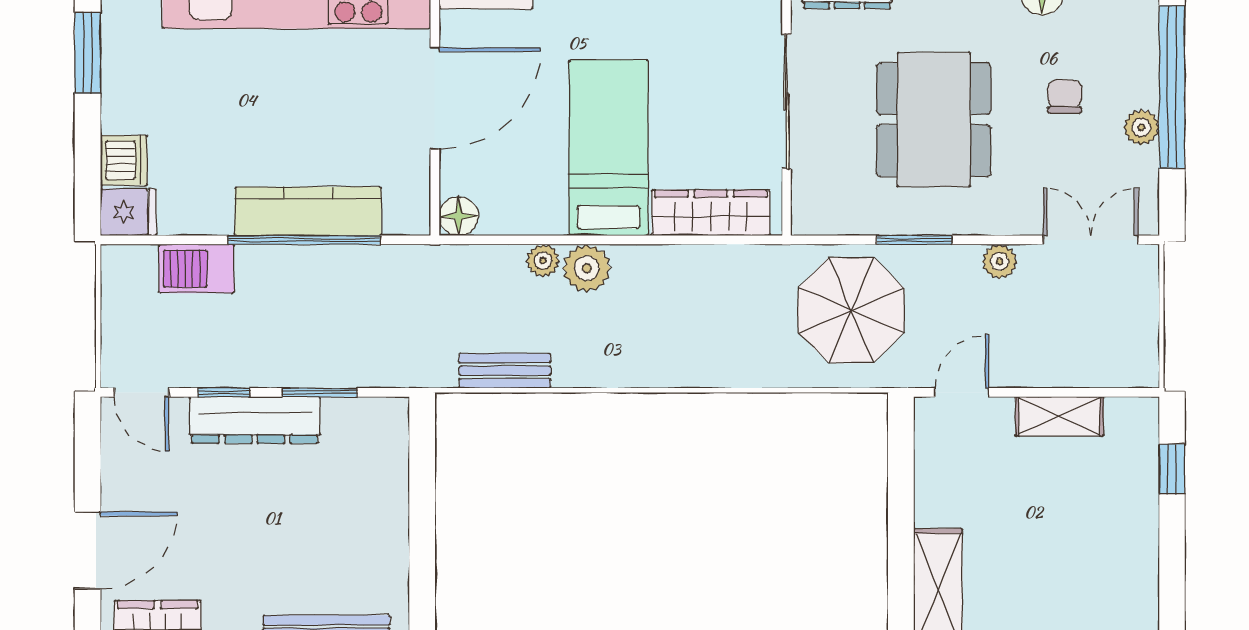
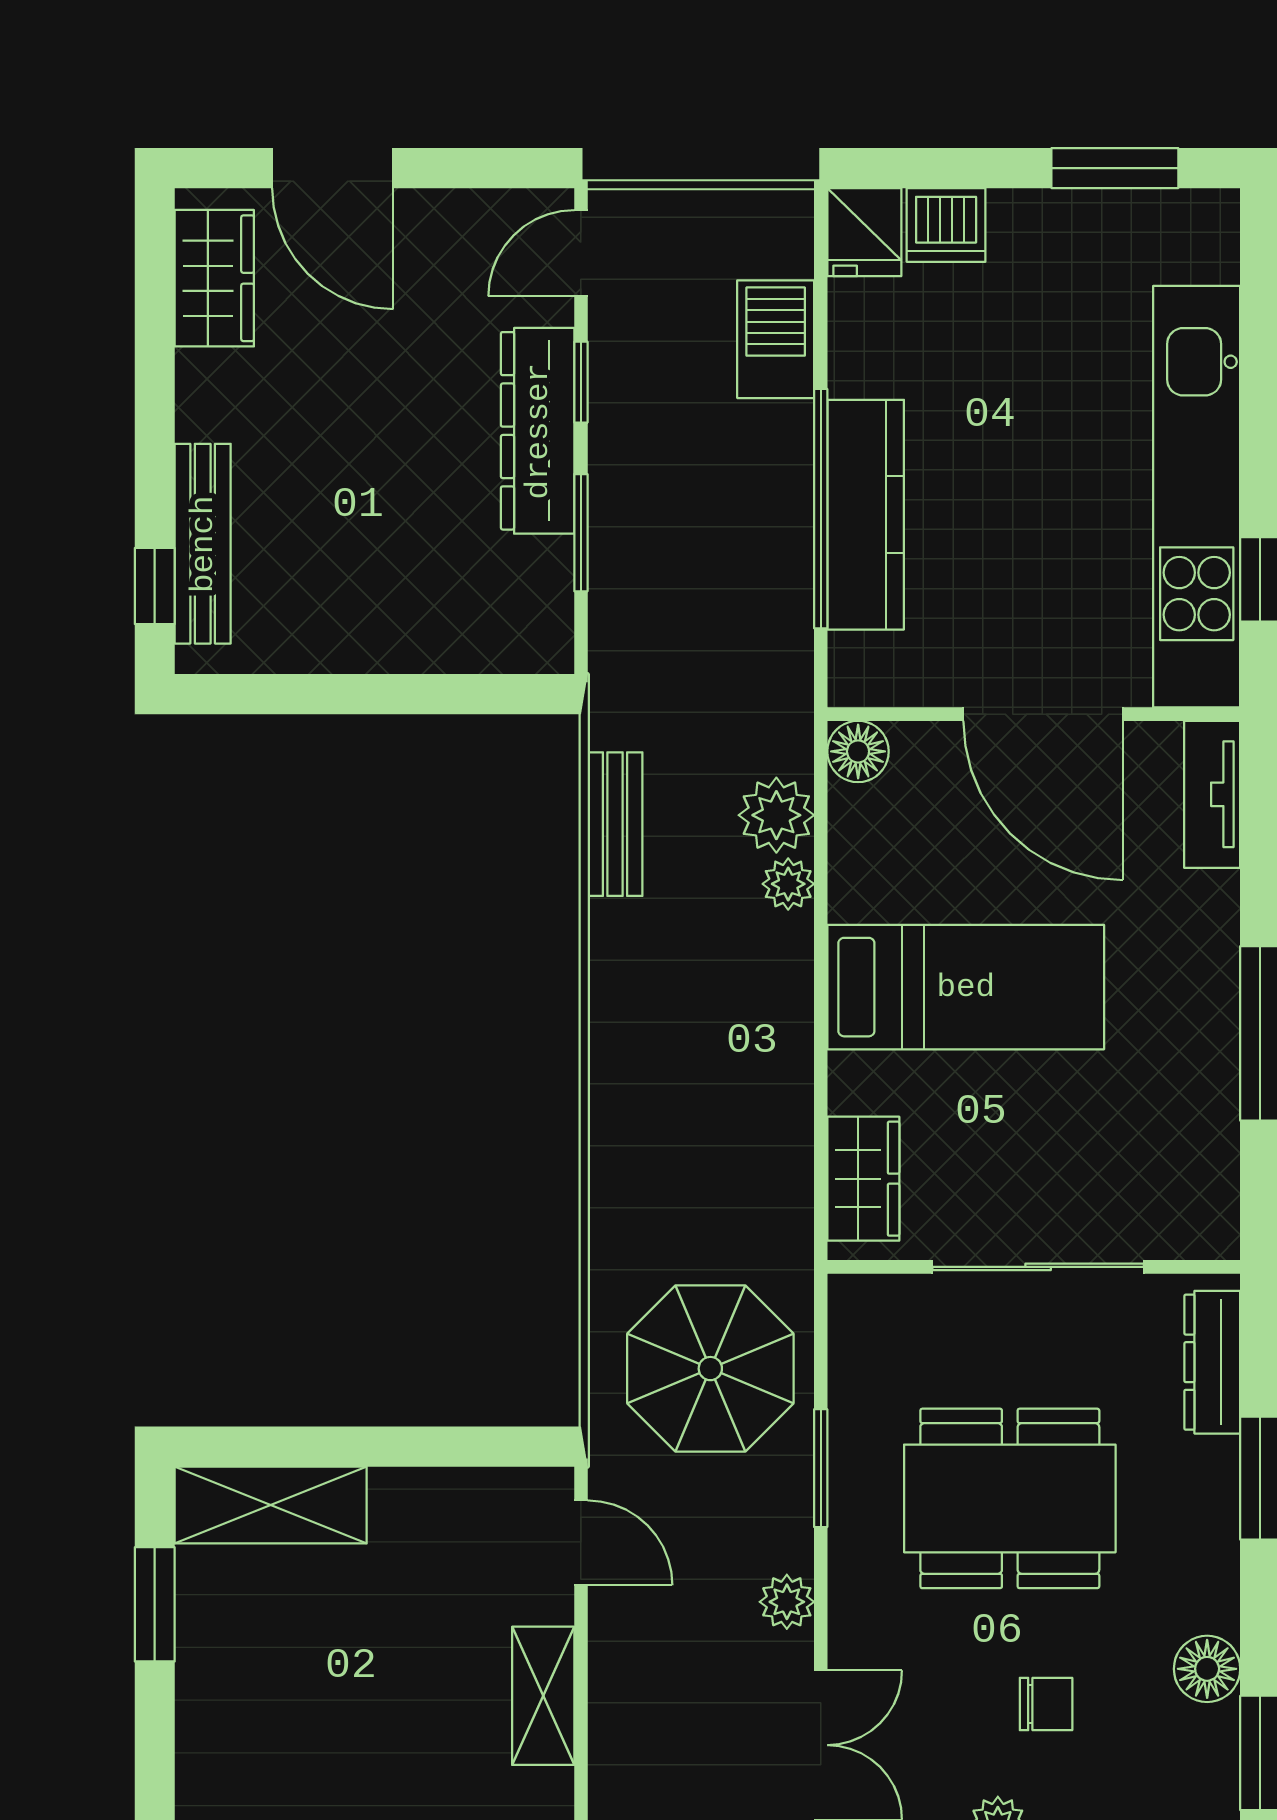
wardrobe: (711, 213) -> (863, 1179), width x0.67
plant: (587, 268) -> (776, 815), moved

